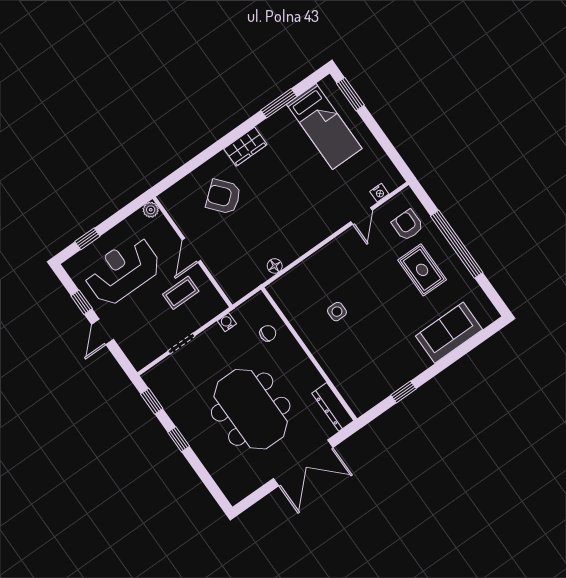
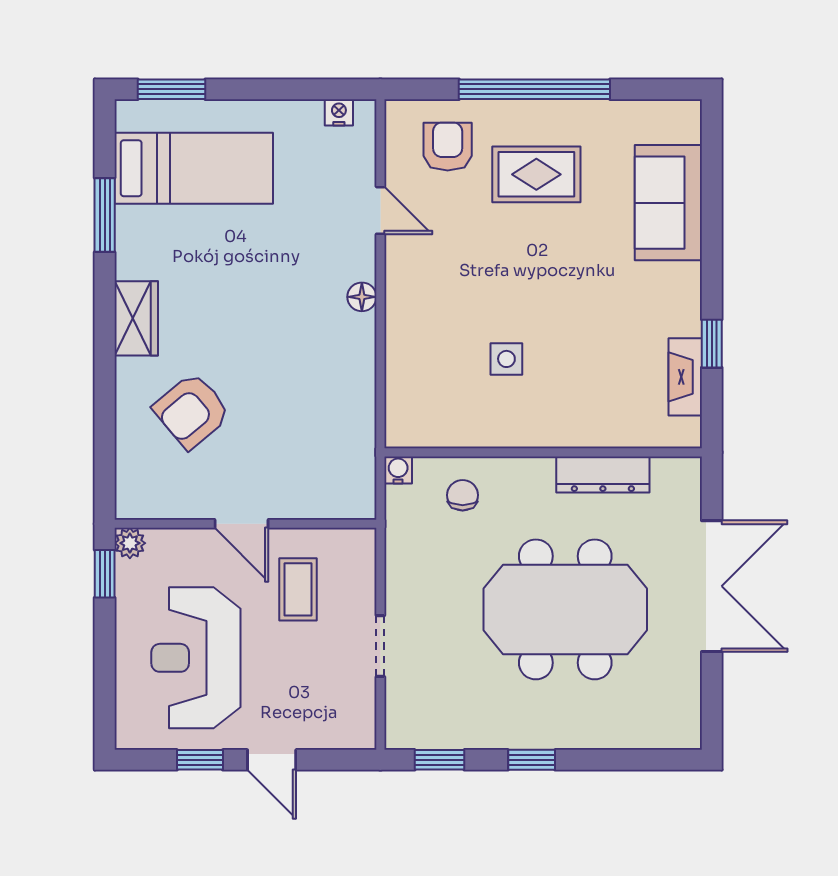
nightstand: (379, 193) -> (339, 112), moved, turned -90
armchair: (408, 225) -> (448, 147), turned 90
window: (87, 239) -> (105, 574), moved
floor lamp: (275, 266) -> (362, 297), moved
water cooler: (227, 322) -> (398, 470), moved, turned 90
fireplace: (382, 391) -> (685, 377), added
dresser: (333, 407) -> (603, 474), moved

